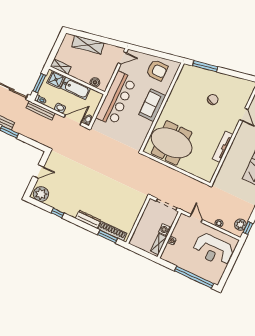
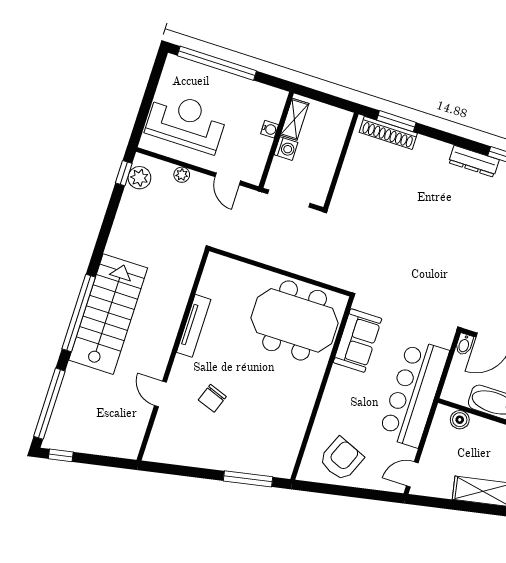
armchair: (157, 70) -> (341, 459), turned 113
chair: (213, 100) -> (212, 398), moved
sofa: (152, 105) -> (358, 341), moved
dresser: (88, 219) -> (474, 161), moved

